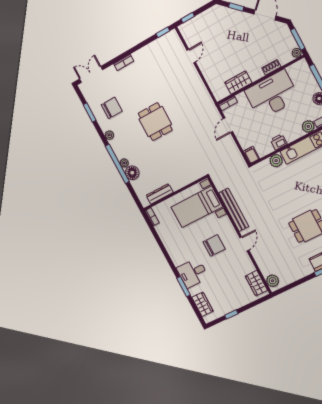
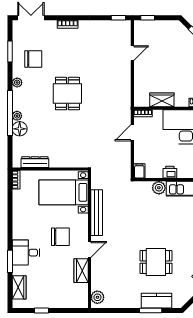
wardrobe: (256, 283) -> (81, 271), moved

